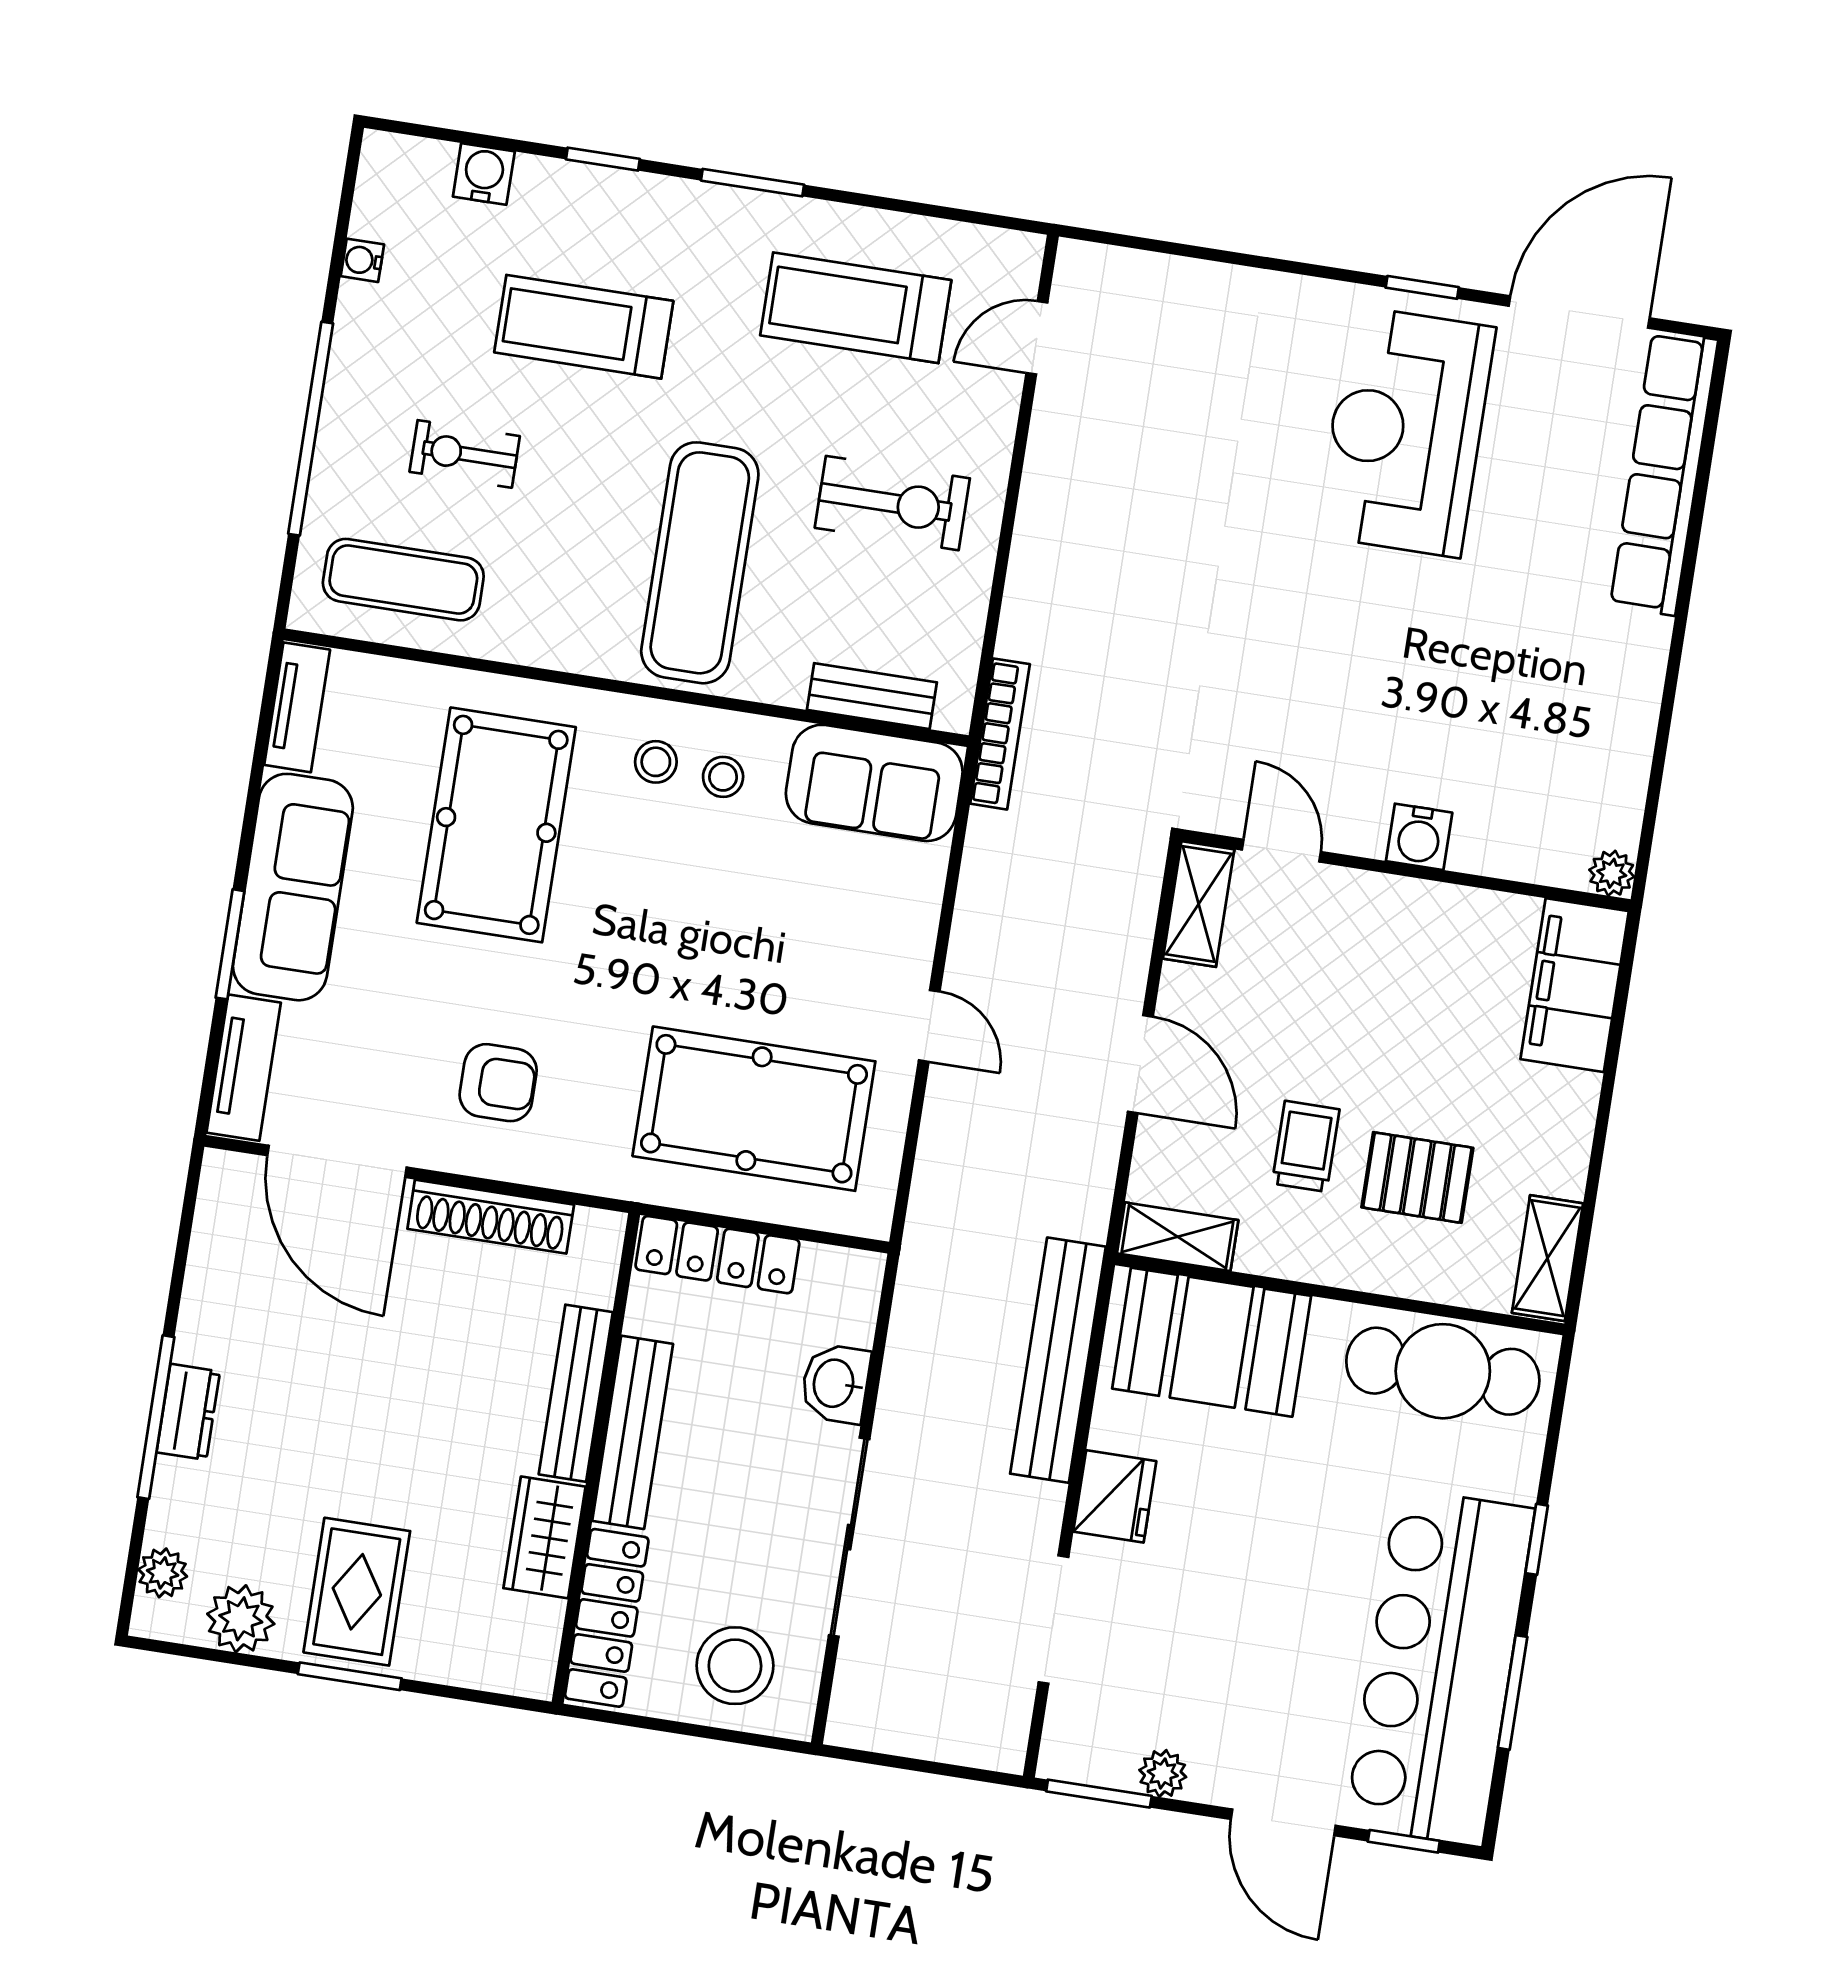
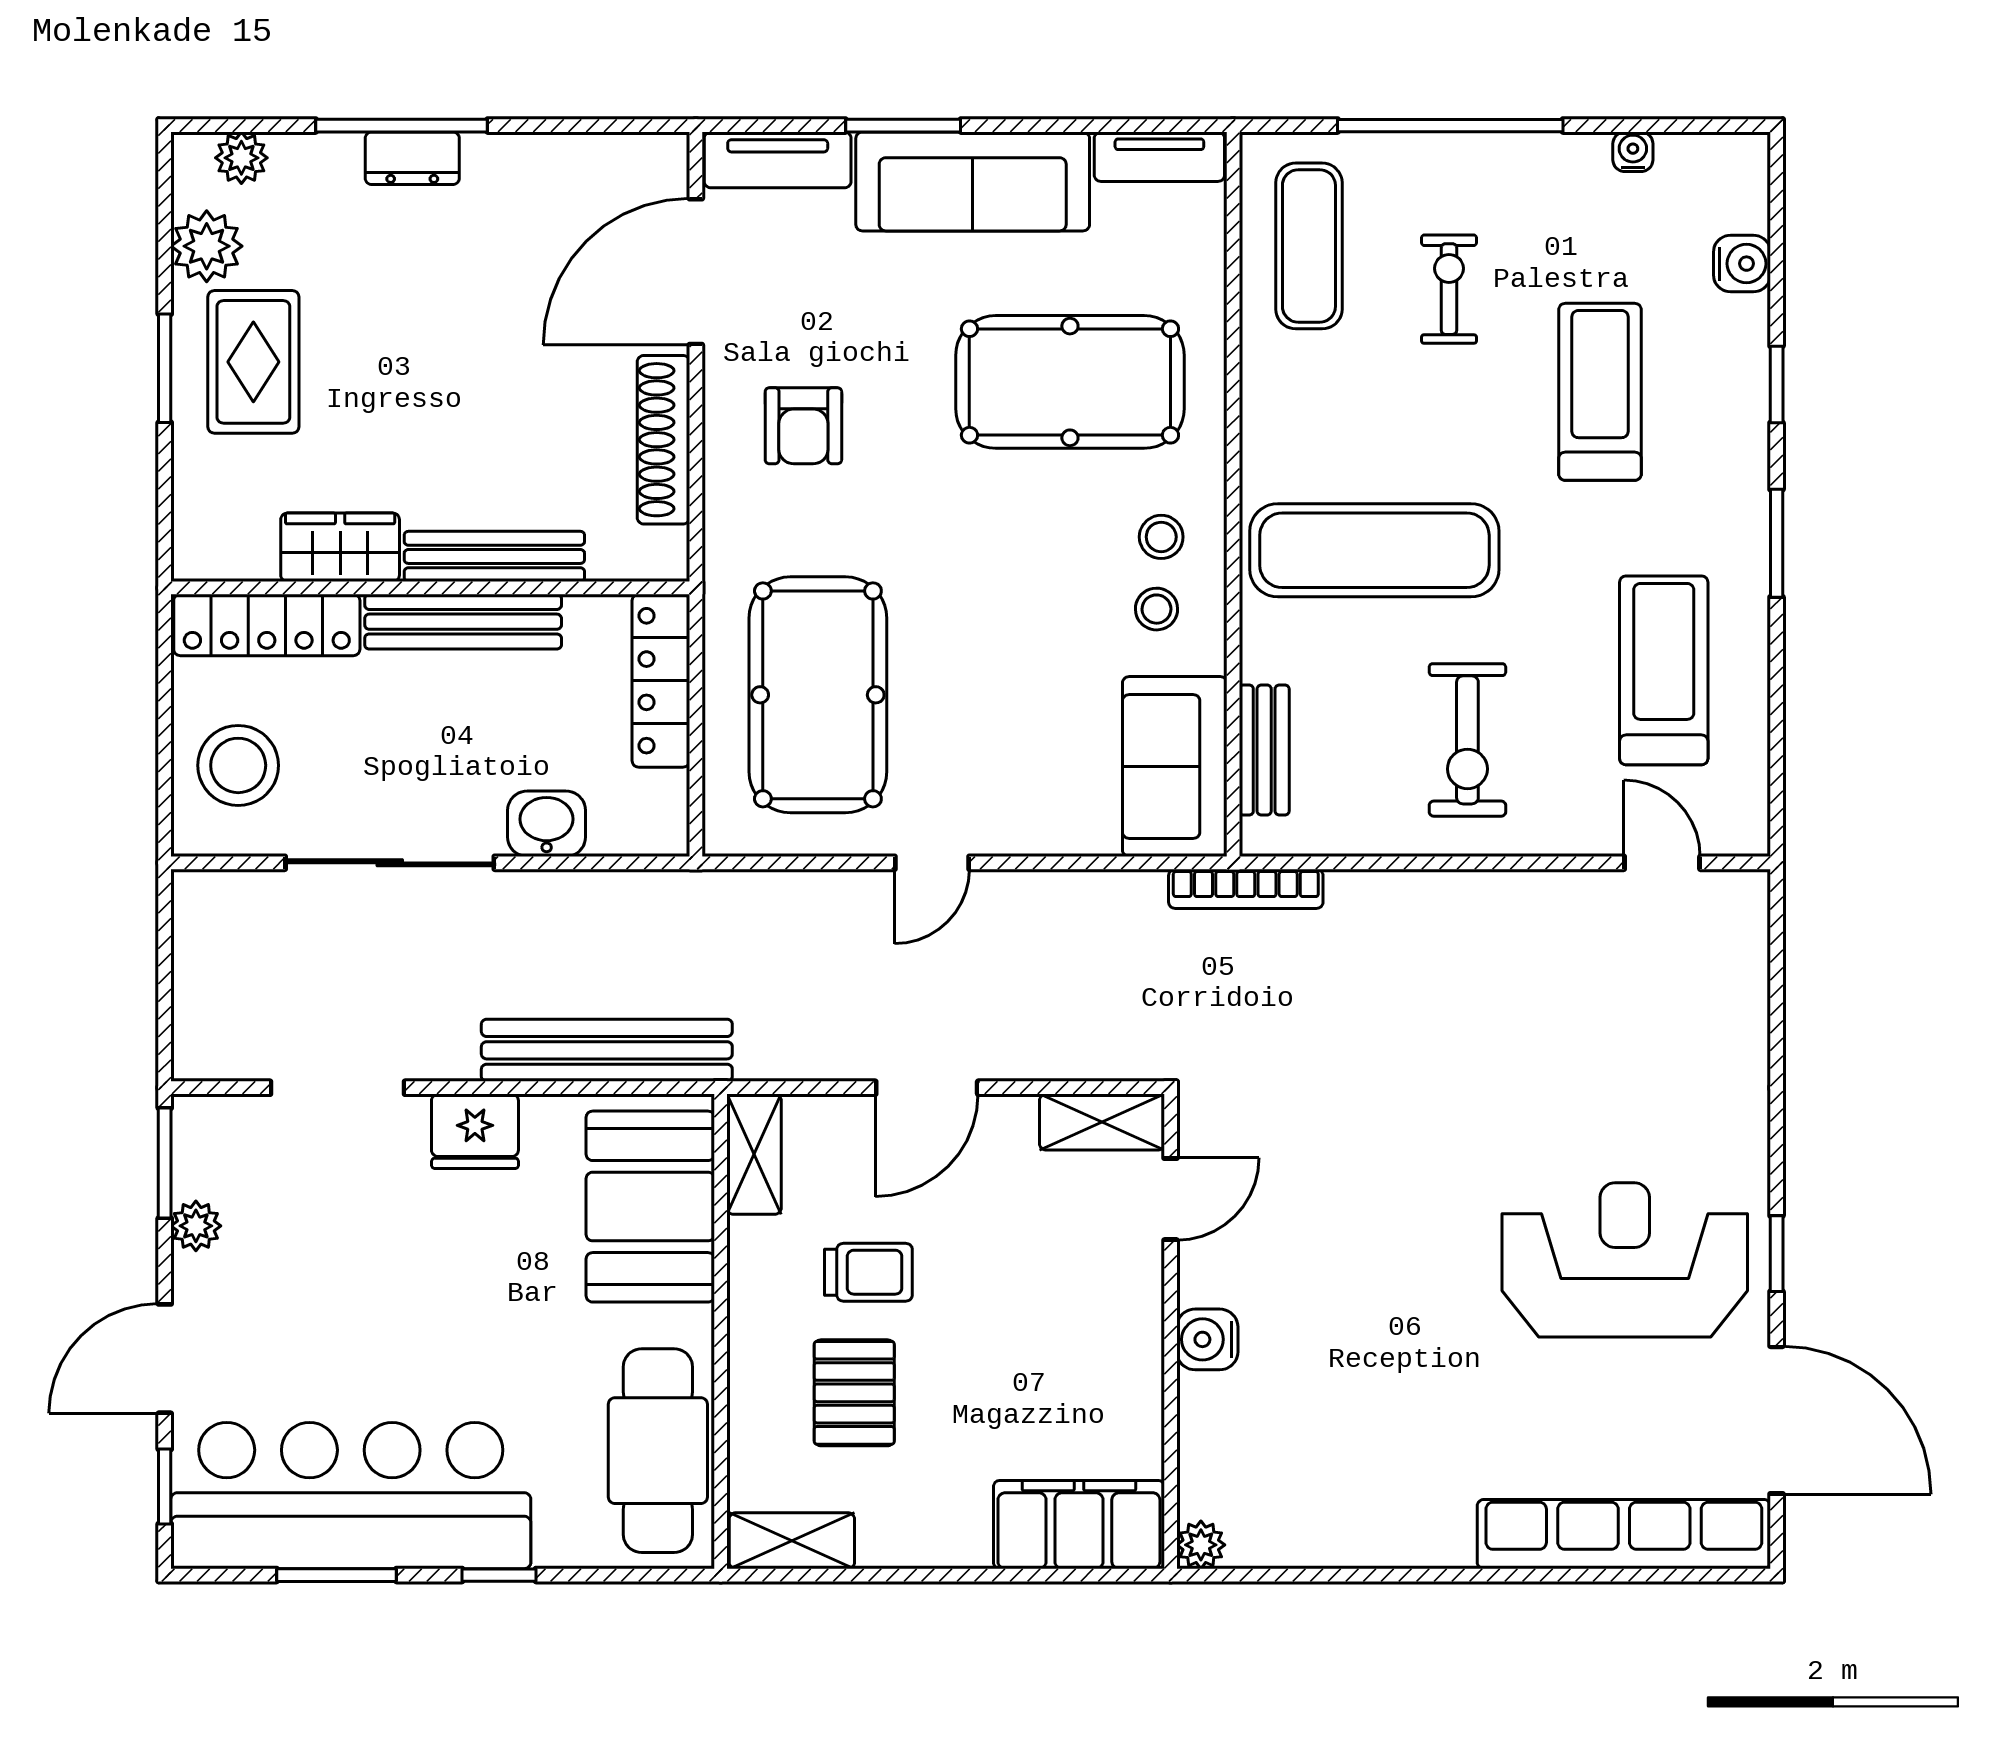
rug: (357, 1592) -> (253, 362), turned 90

